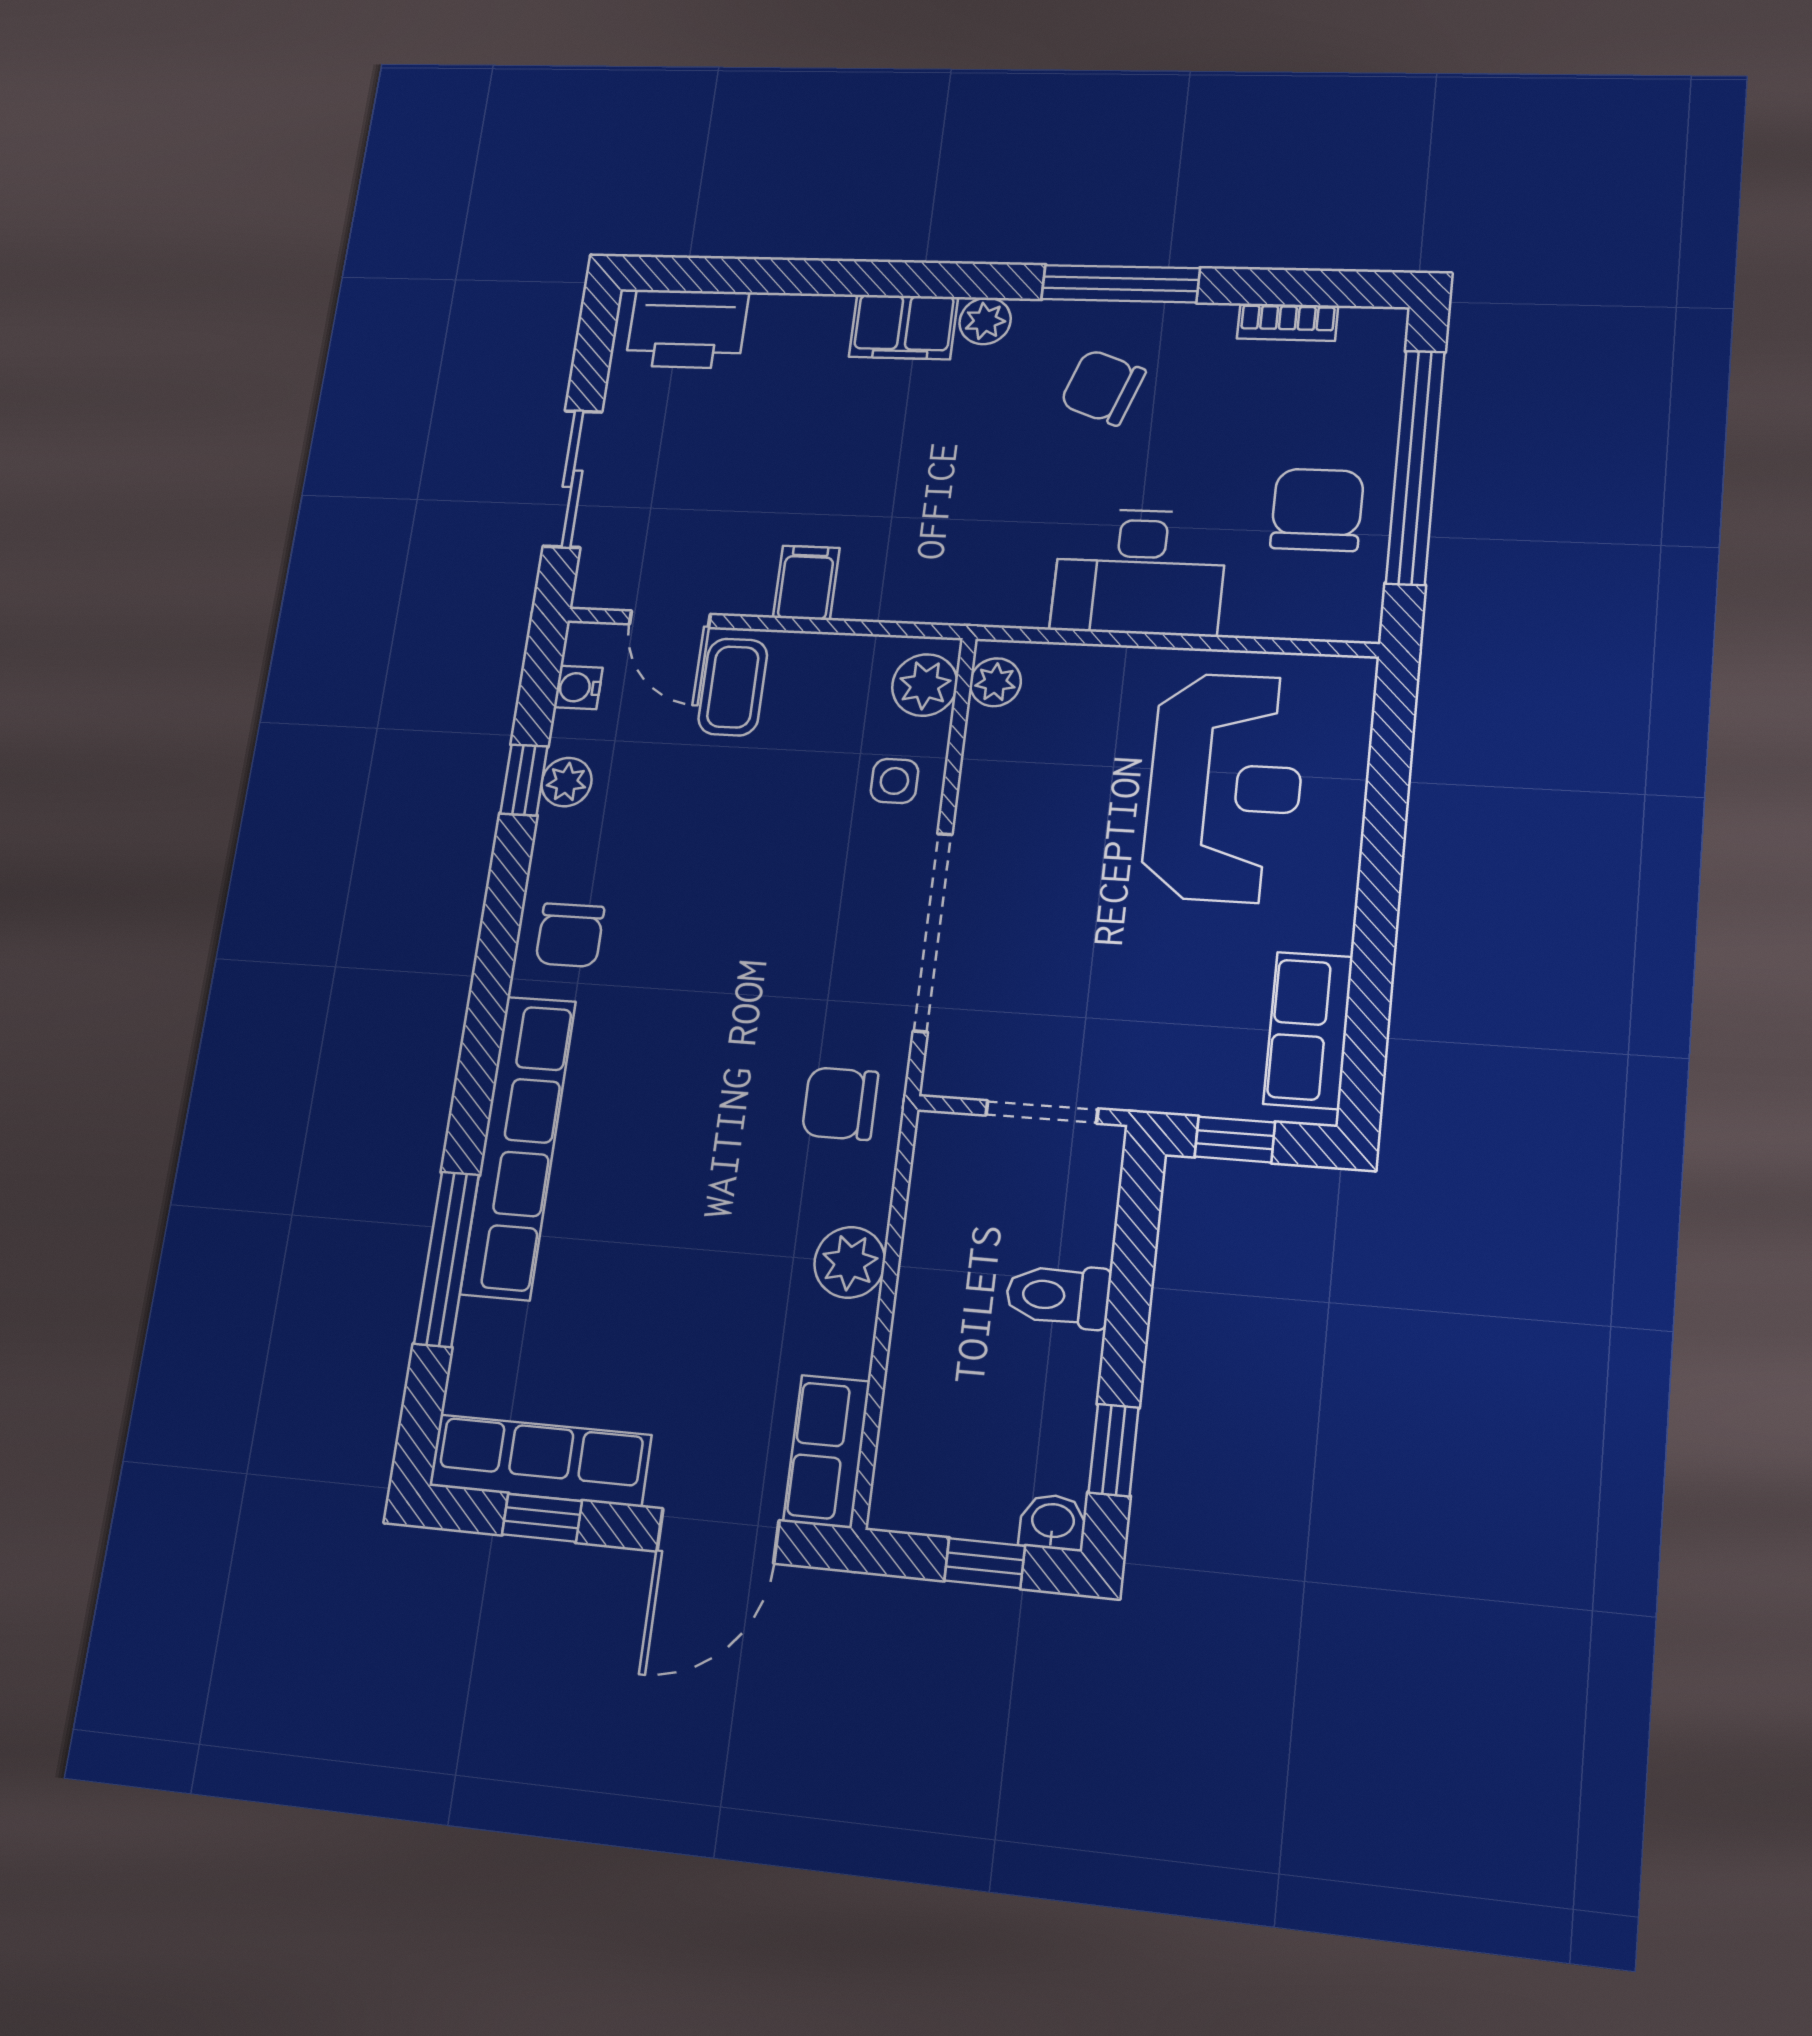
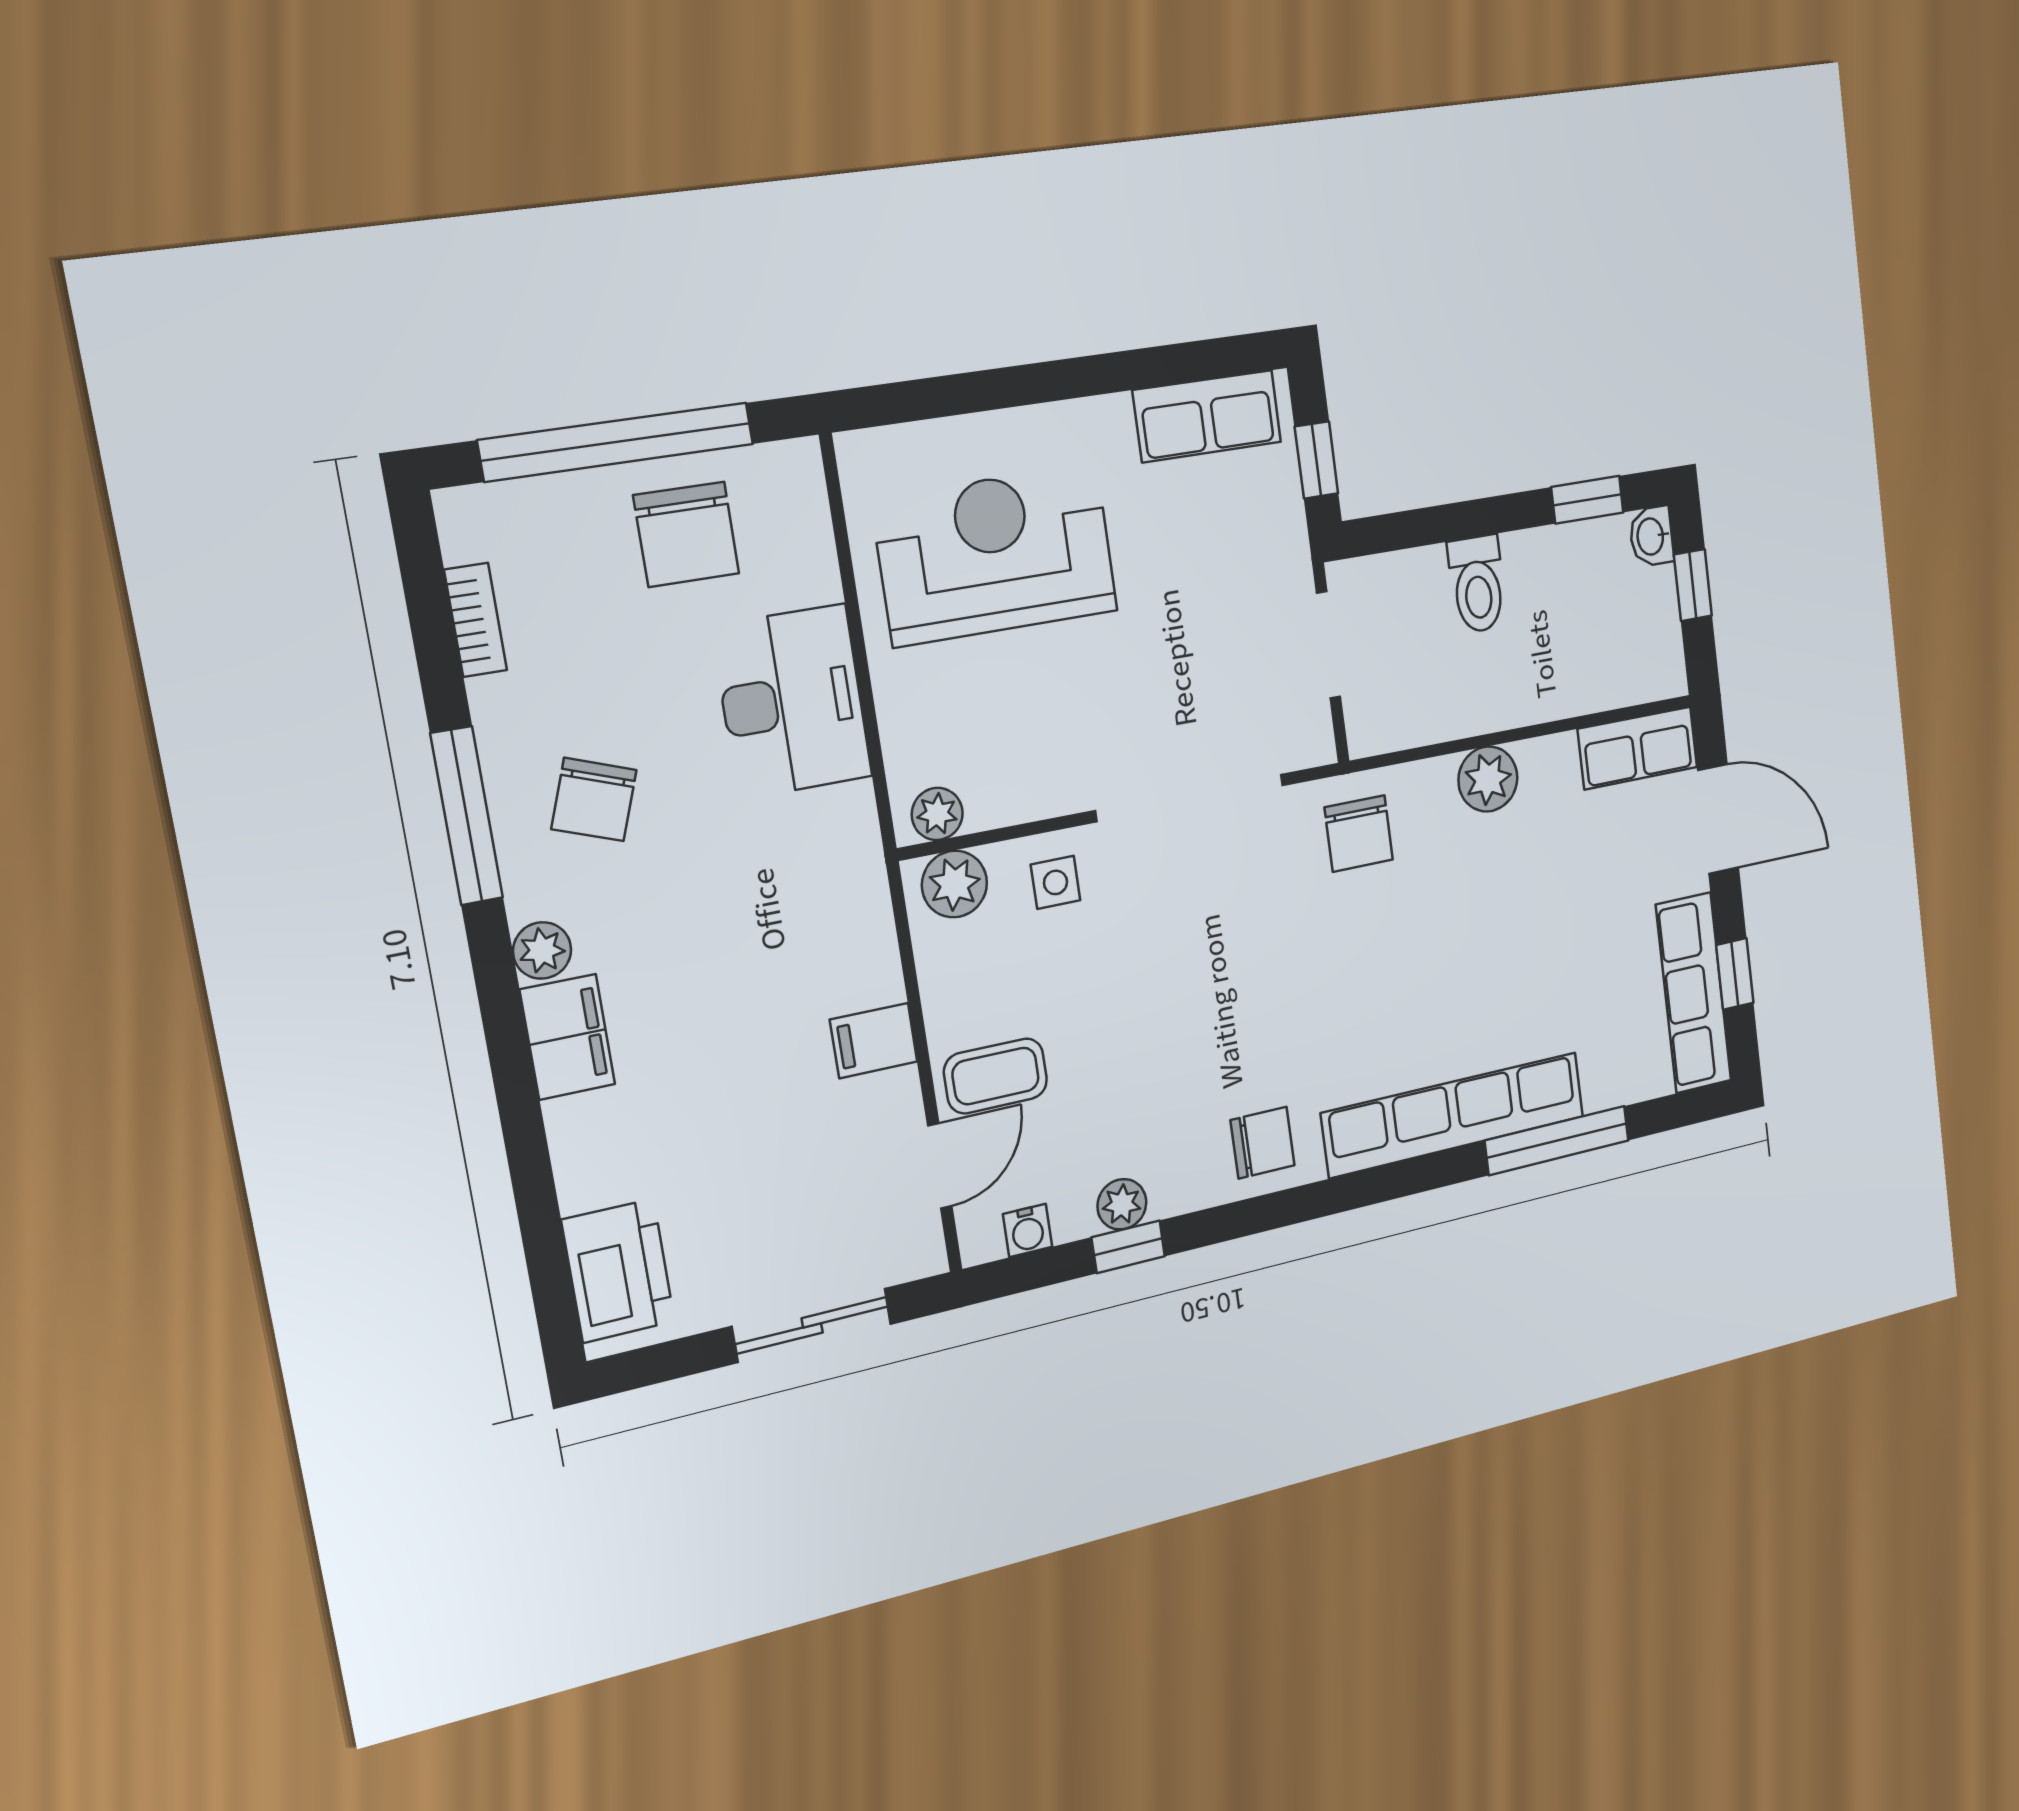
chair: (1317, 510) -> (686, 534), turned -90

